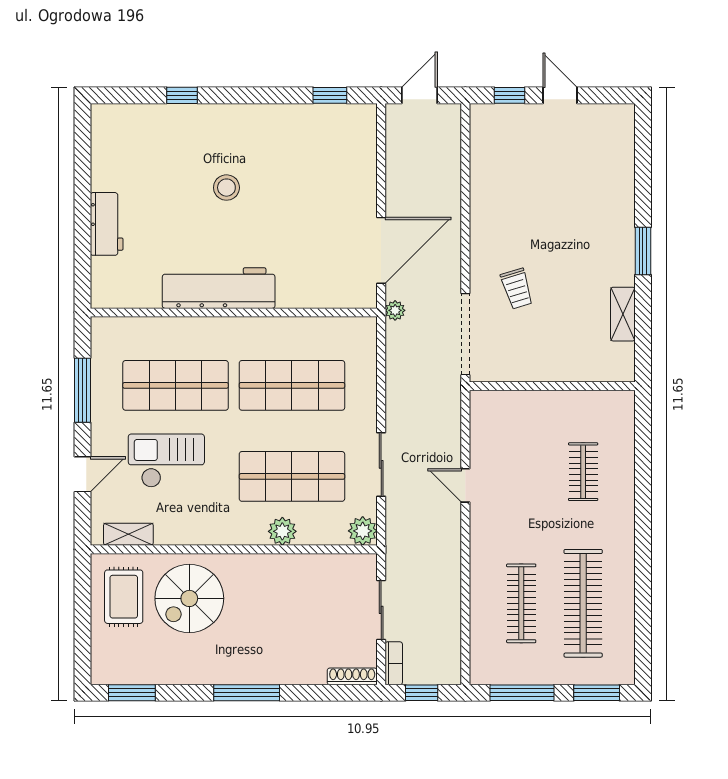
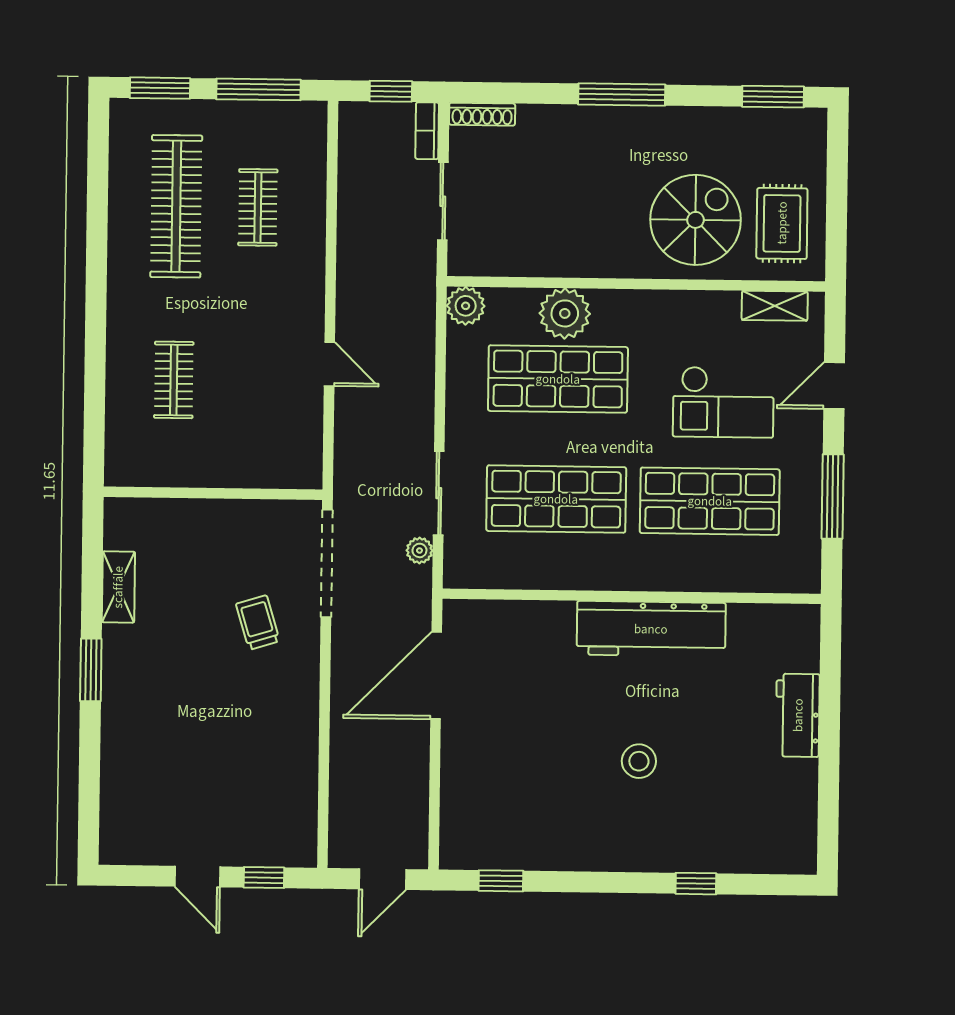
plant: (395, 310) -> (419, 550), moved
sliding door: (381, 464) -> (439, 493), moved
plant: (282, 531) -> (565, 313), width x1.36, depth x1.36
clothes rail: (521, 603) -> (258, 207), width x0.73

